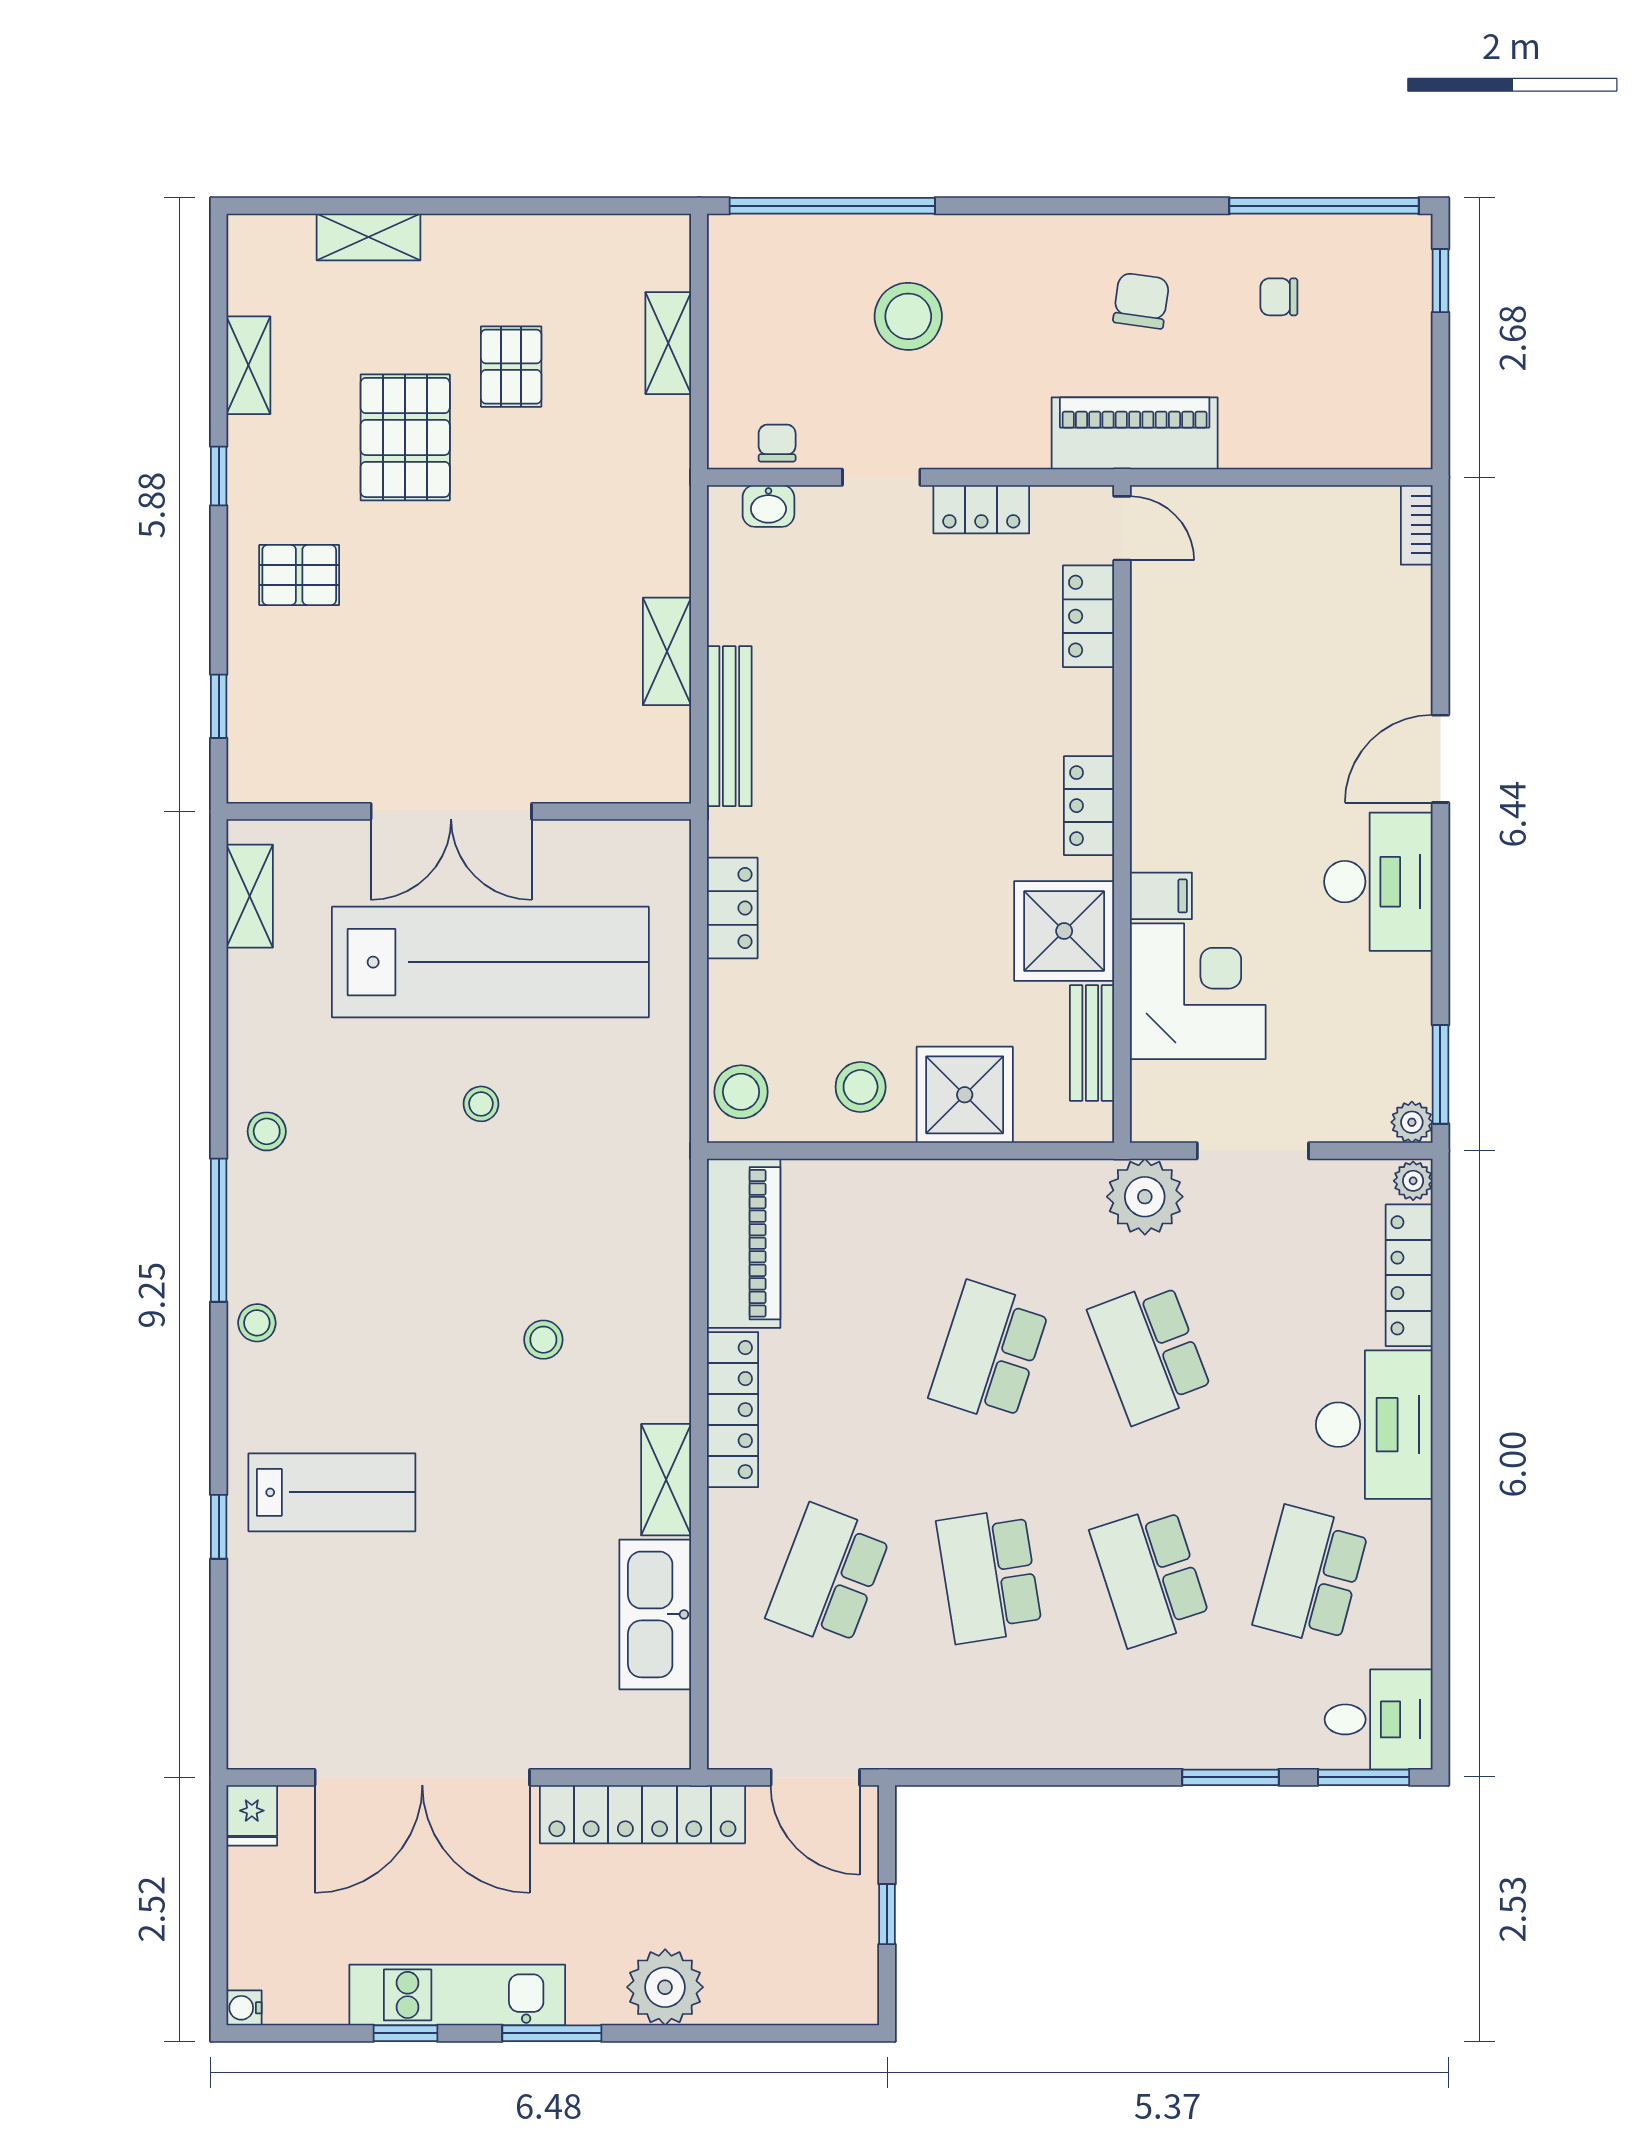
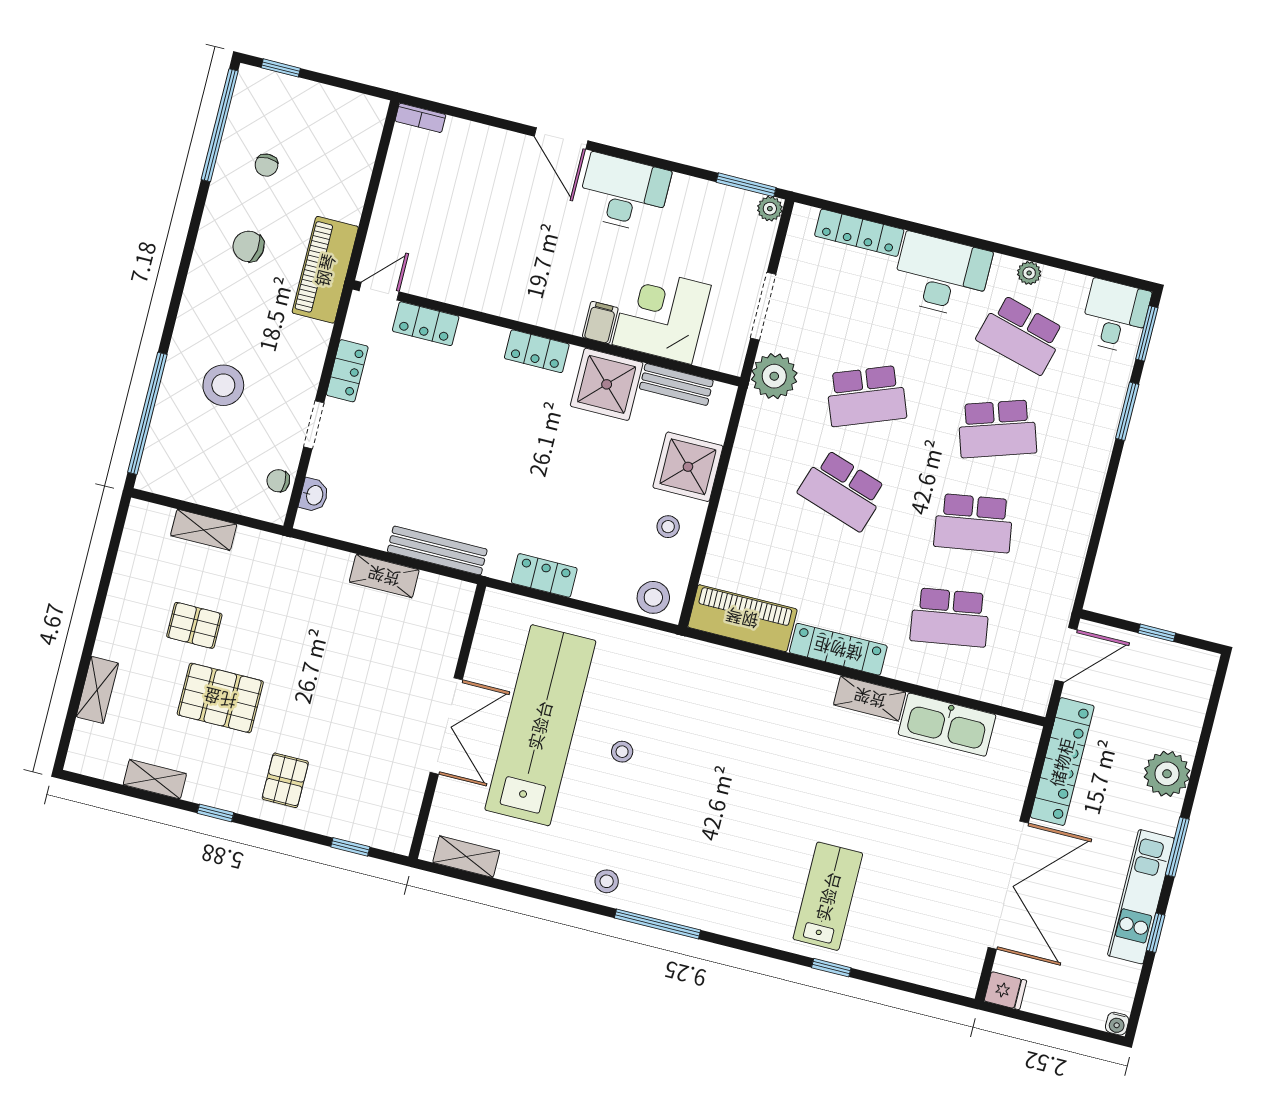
stool: (861, 1087) -> (668, 527), width x0.73, depth x0.73
plant: (1413, 1181) -> (1029, 273), moved
stool: (257, 1323) -> (717, 915), removed
stool: (543, 1340) -> (769, 750), removed
school desk: (828, 1576) -> (950, 617), turned -30

